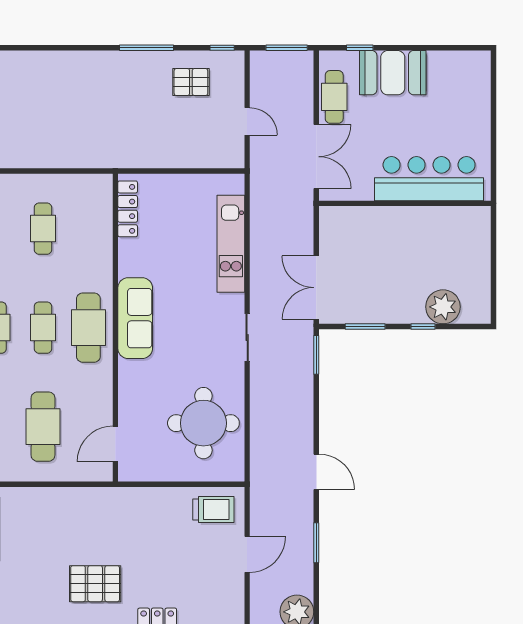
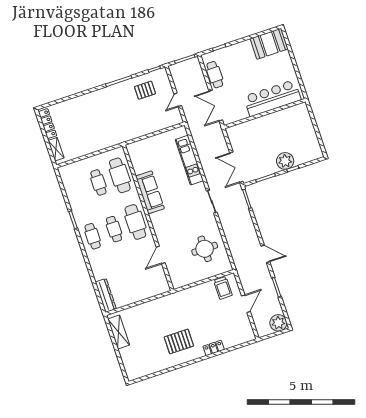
booth: (393, 73) -> (269, 44), moved
door: (247, 121) -> (178, 100), swing flipped
double door: (316, 157) -> (216, 106), swing flipped
locker: (128, 209) -> (135, 160), removed
plant: (443, 307) -> (285, 161), moved
sofa: (135, 318) -> (150, 192), moved
round table: (203, 423) -> (205, 249), width x0.73, depth x0.73
cafe table: (43, 427) -> (120, 175), moved
door: (115, 444) -> (161, 255), moved
trolley: (213, 509) -> (223, 288), turned 90

